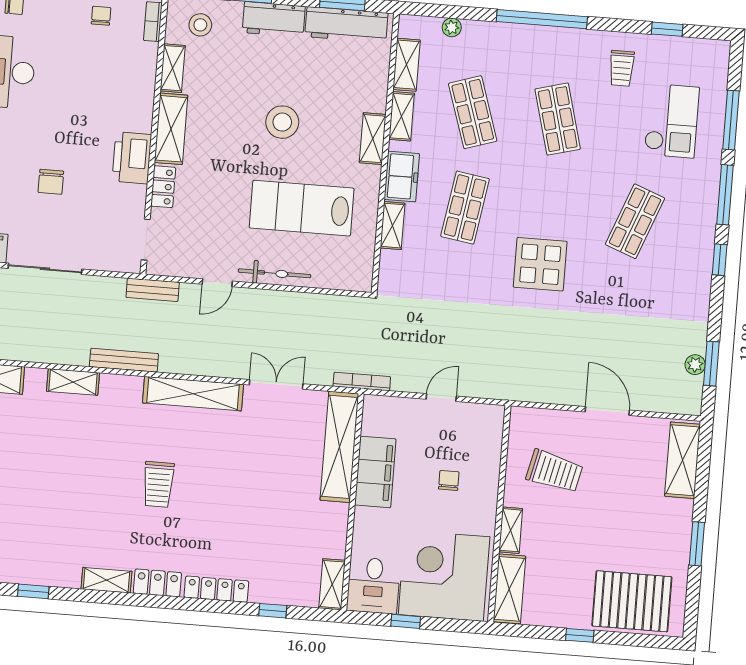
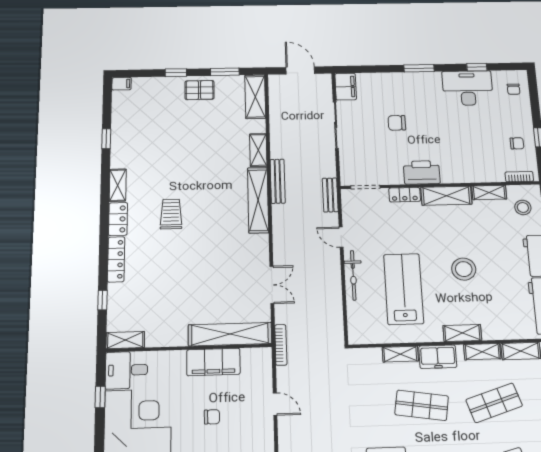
shelving: (193, 394) -> (258, 200), moved
trolley: (158, 484) -> (171, 214), moved, turned 90

